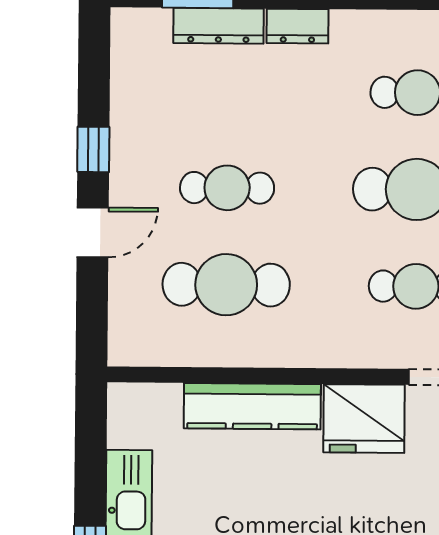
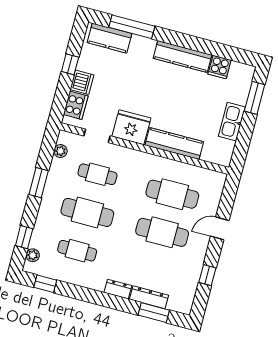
window: (93, 149) -> (207, 275), moved
cafe table: (227, 188) -> (162, 232), width x1.37, depth x1.35

